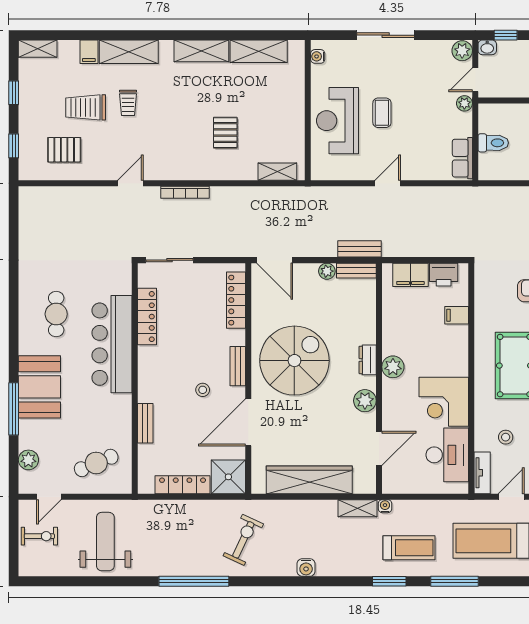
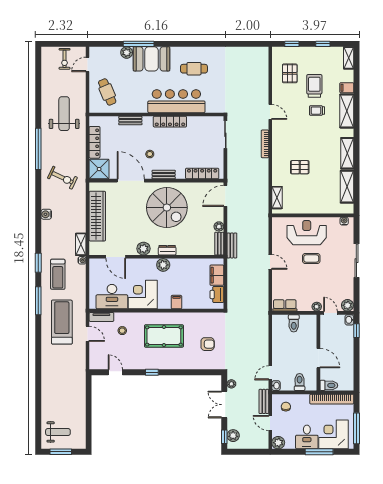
filing cabinet: (457, 315) -> (176, 302), moved
locker: (147, 317) -> (170, 122), moved
plant: (28, 460) -> (127, 53), moved
door: (49, 497) -> (88, 64), hinge flipped
weight bench: (105, 542) -> (64, 114), moved, turned -90

